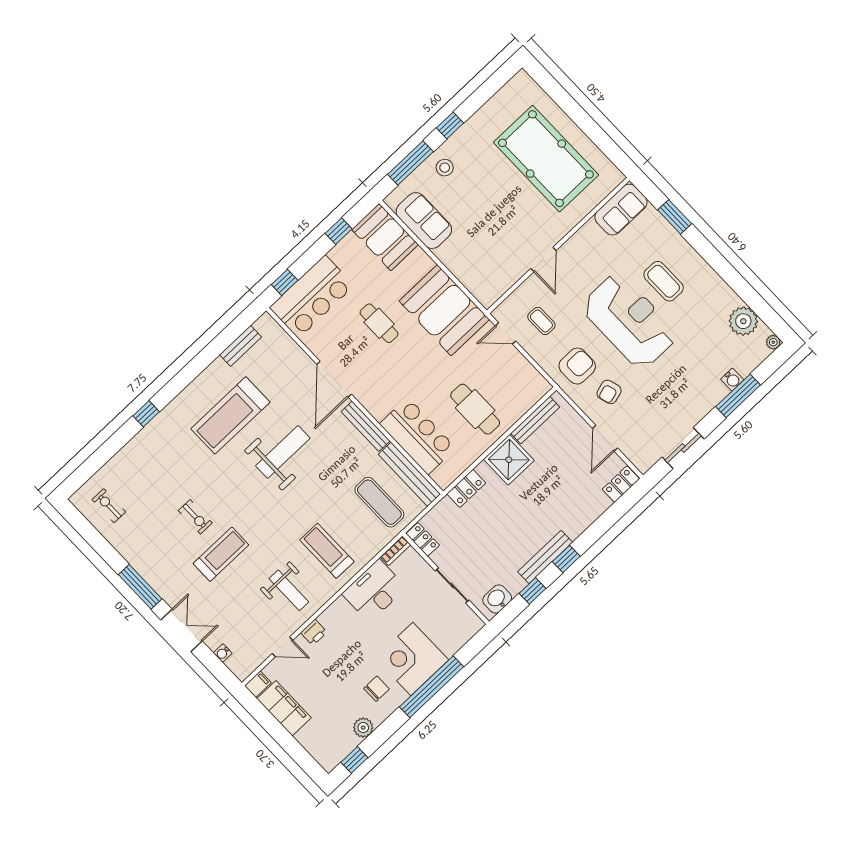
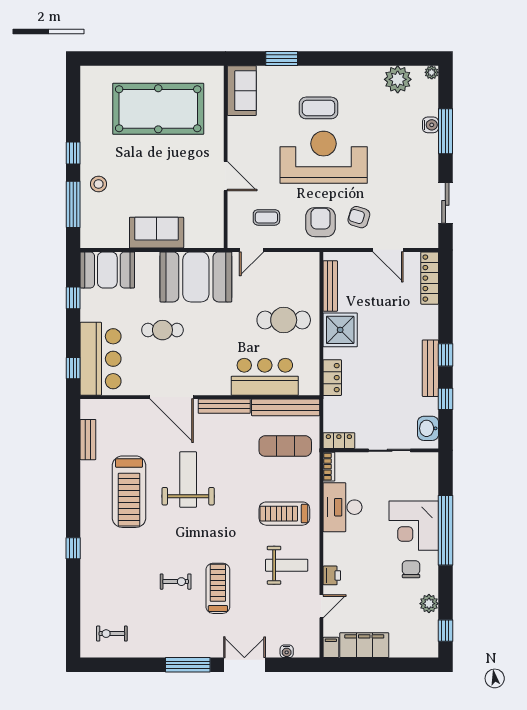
sofa: (424, 221) -> (157, 233), moved
armchair: (609, 392) -> (359, 217), turned 123
locker: (621, 484) -> (430, 278), width x1.53

